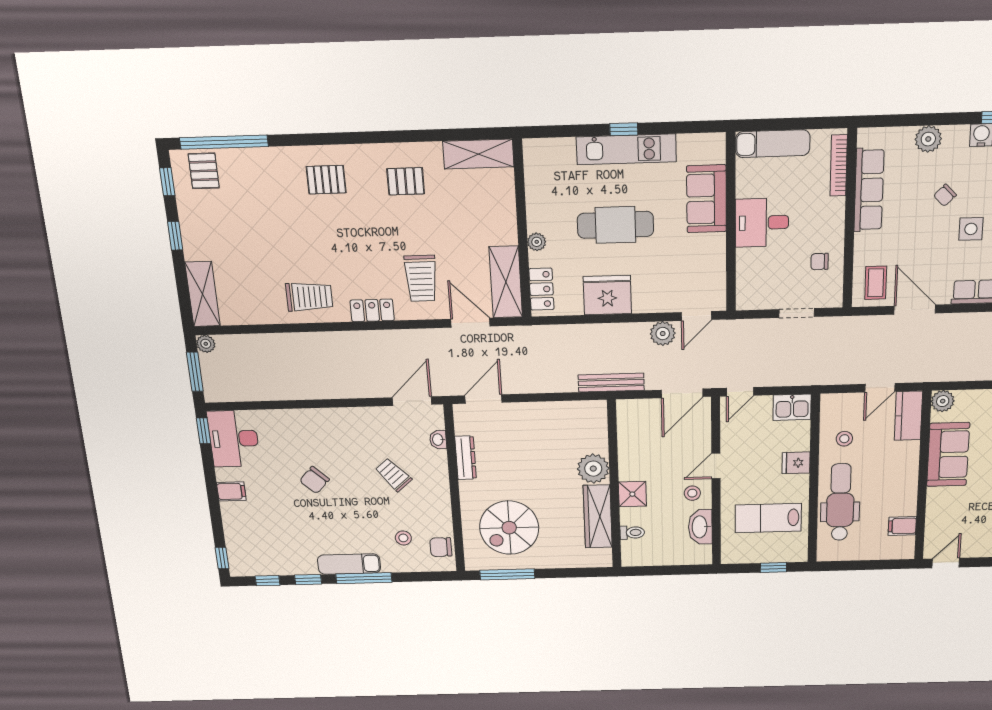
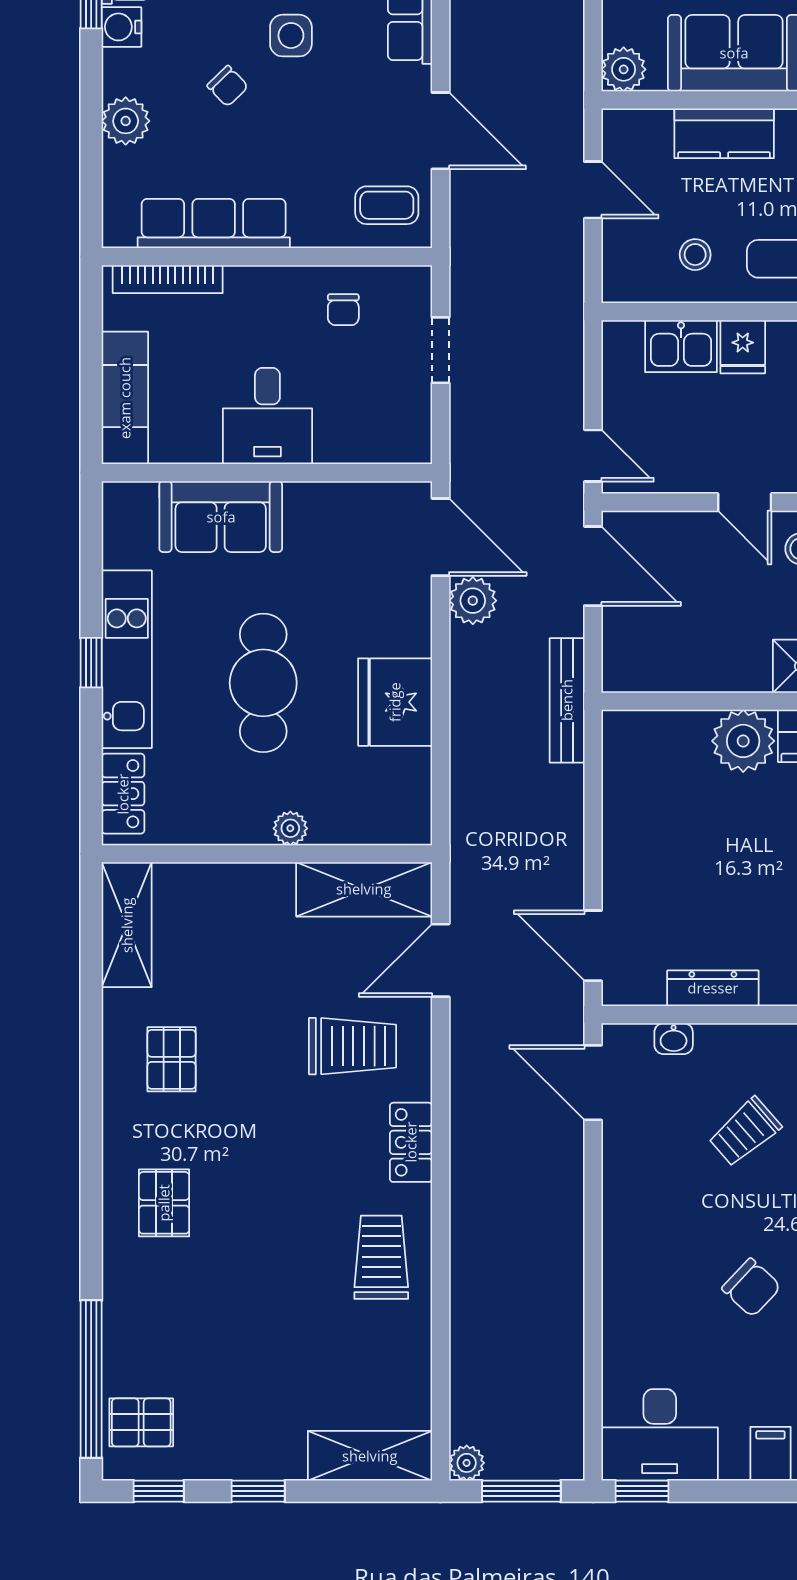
locker: (541, 289) -> (123, 794), moved, turned 90
door: (915, 310) -> (441, 131), swing flipped
door: (696, 316) -> (441, 537), width x1.38
kitchen sink: (792, 407) -> (681, 346), moved, turned 90
kitchen counter: (908, 416) -> (724, 133), moved

